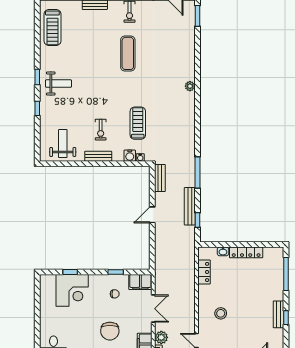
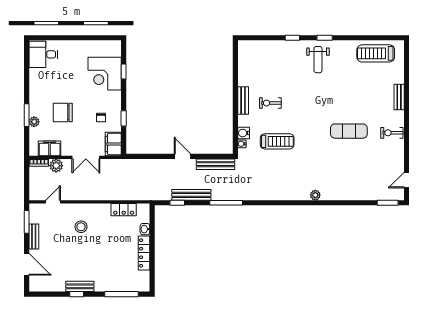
weight bench: (63, 144) -> (256, 64), removed
bench: (160, 178) -> (215, 164), width x1.36

